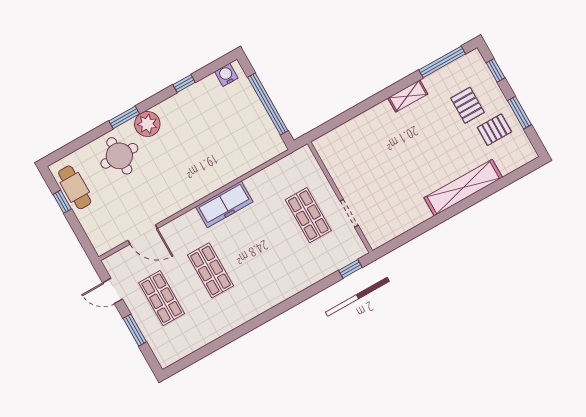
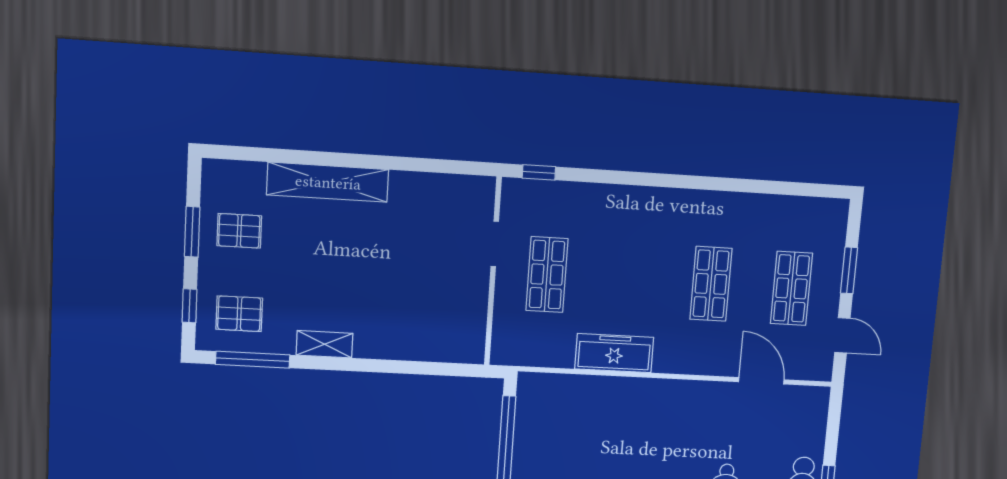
pallet: (468, 105) -> (239, 314), moved, turned 90
freezer: (224, 204) -> (614, 353), moved

